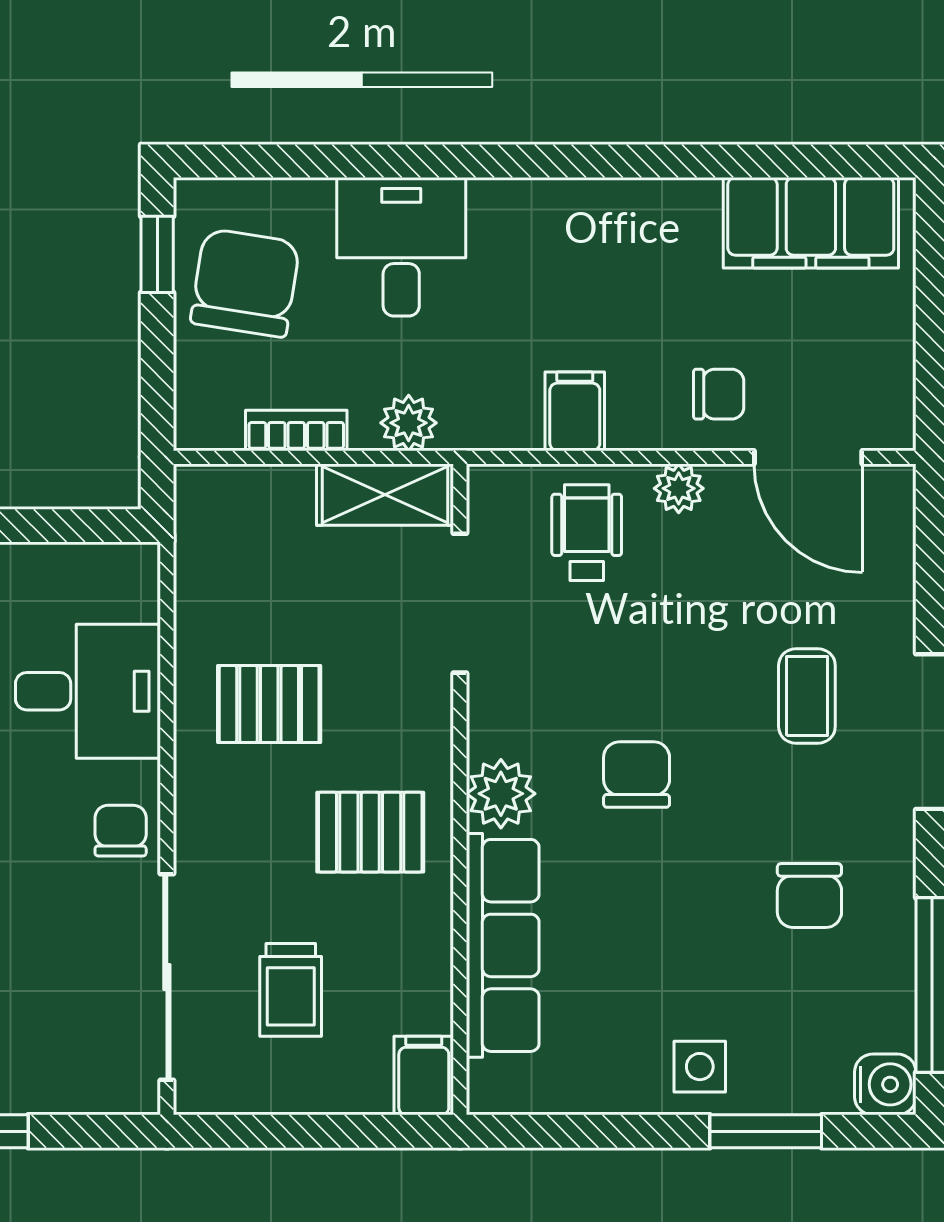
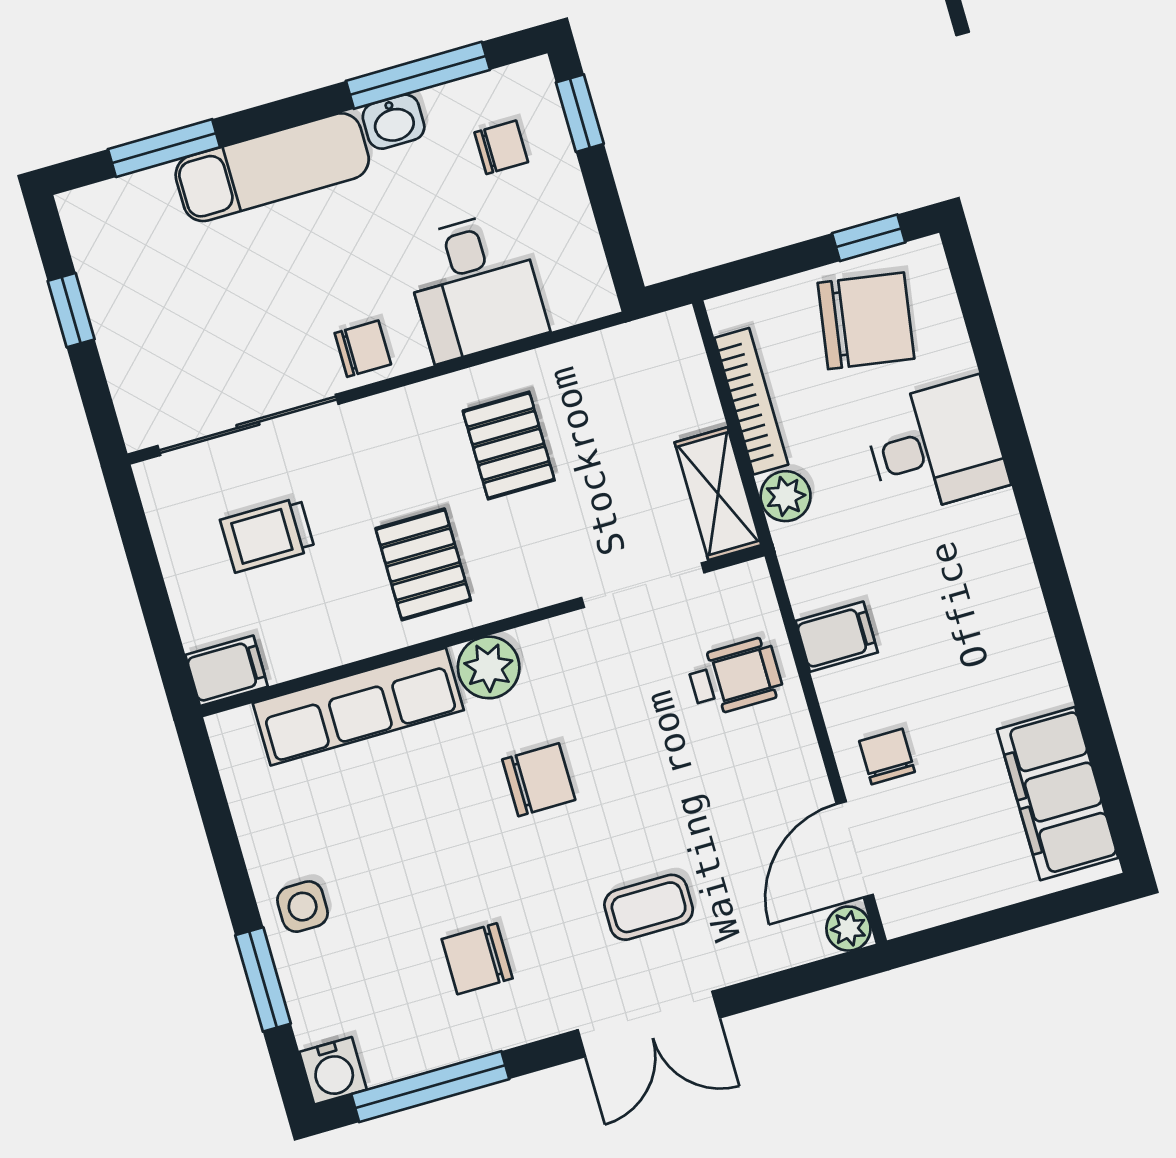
chair: (719, 394) -> (887, 757), turned 180
bookcase: (296, 430) -> (751, 401), width x1.56
plant: (679, 488) -> (848, 929), moved

